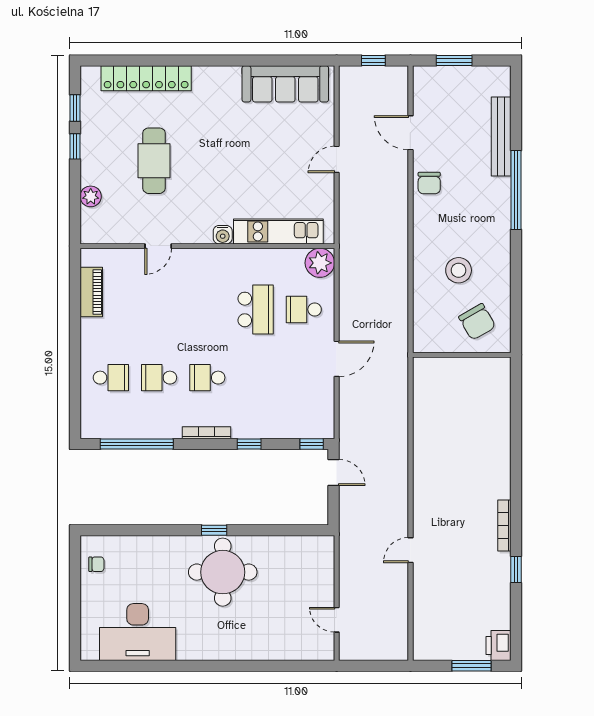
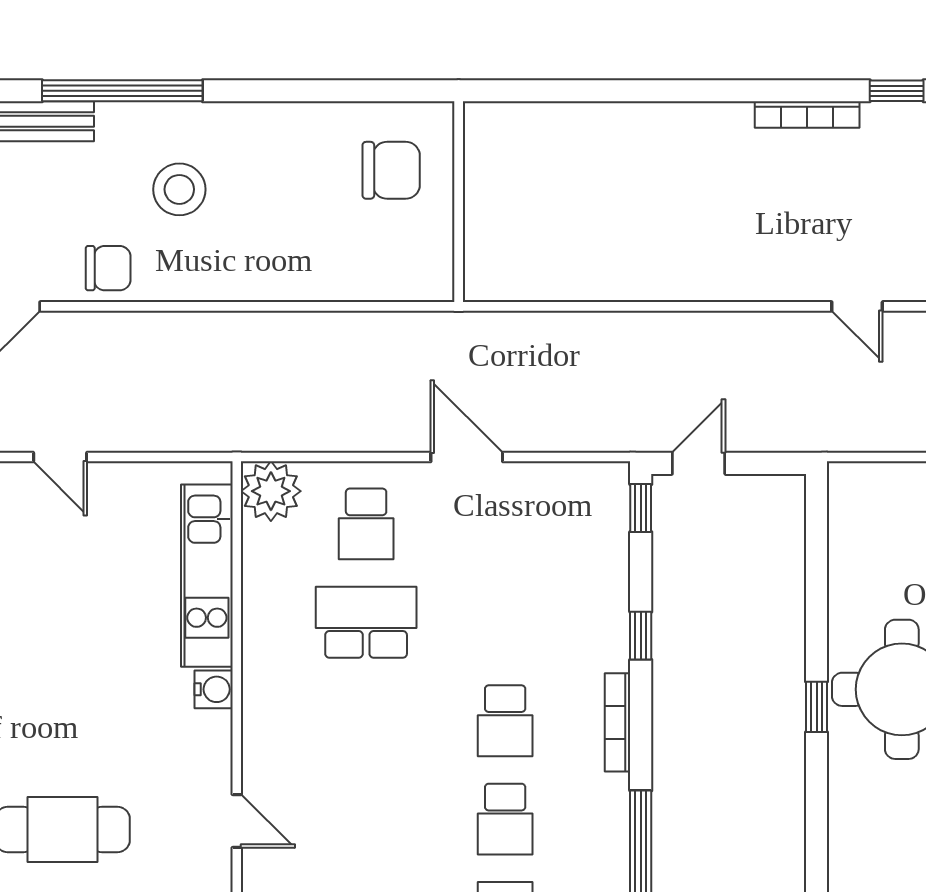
stool: (459, 270) -> (179, 189), moved
chair: (477, 322) -> (391, 170), turned 30

